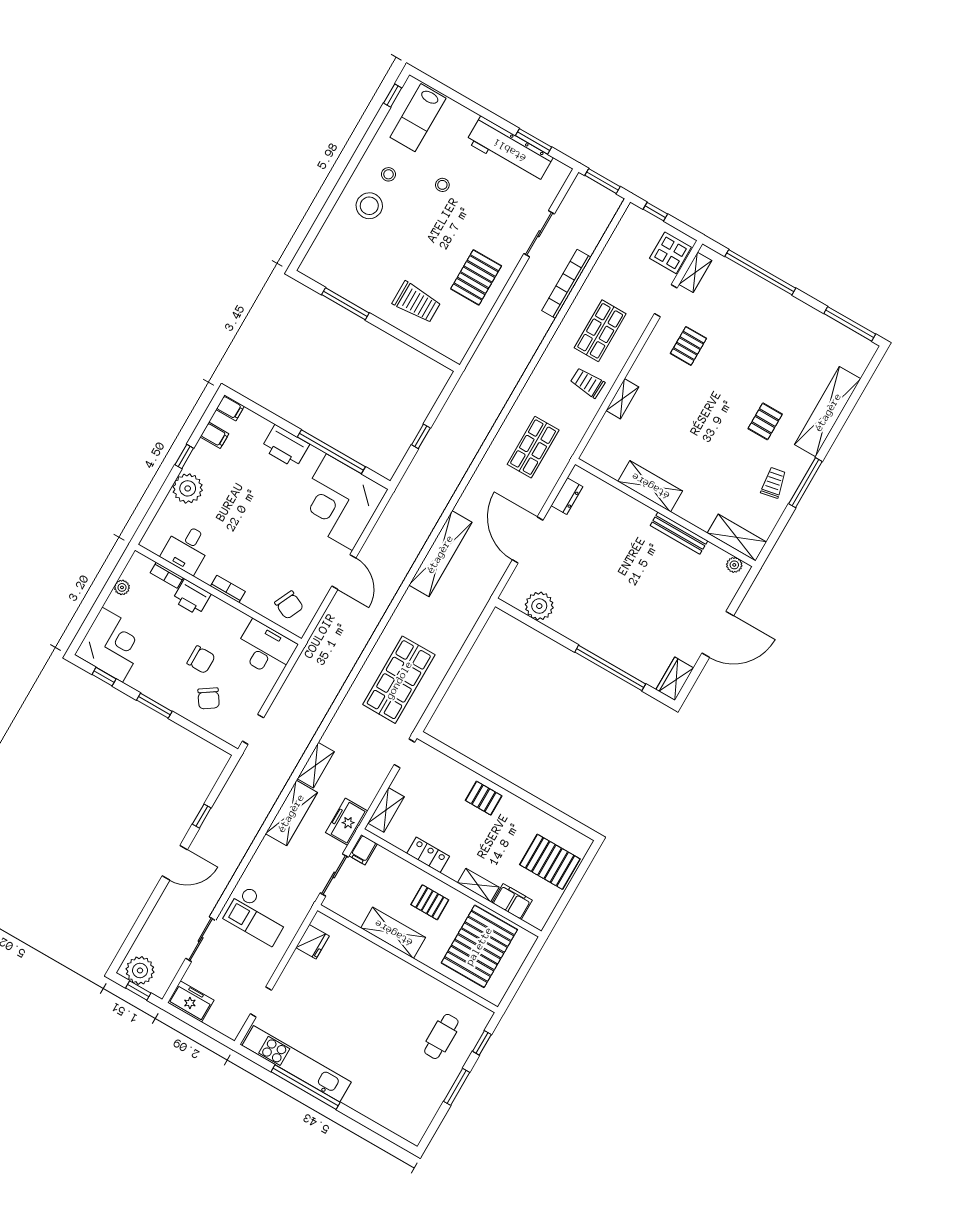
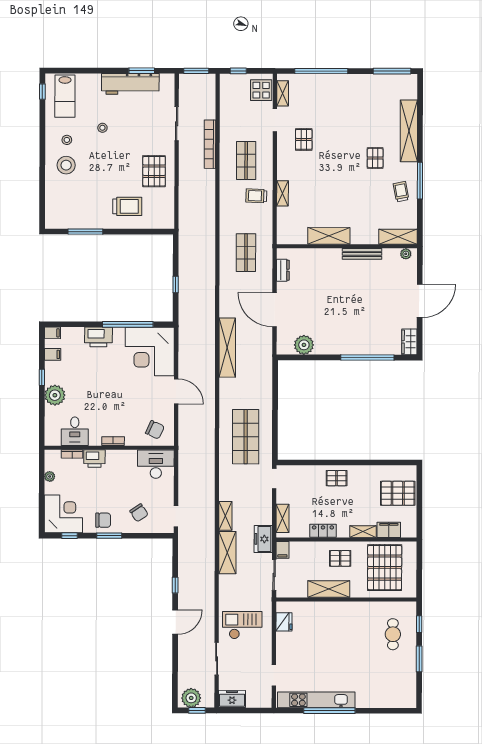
chair: (201, 660) -> (103, 520), moved
checkout: (257, 915) -> (242, 625), turned 180

